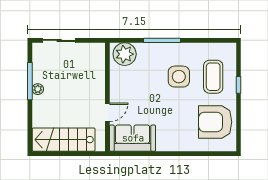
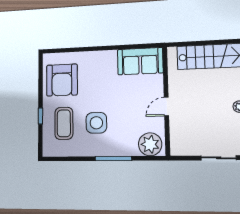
door: (107, 112) -> (166, 107), moved
armchair: (215, 122) -> (62, 80), turned 90

